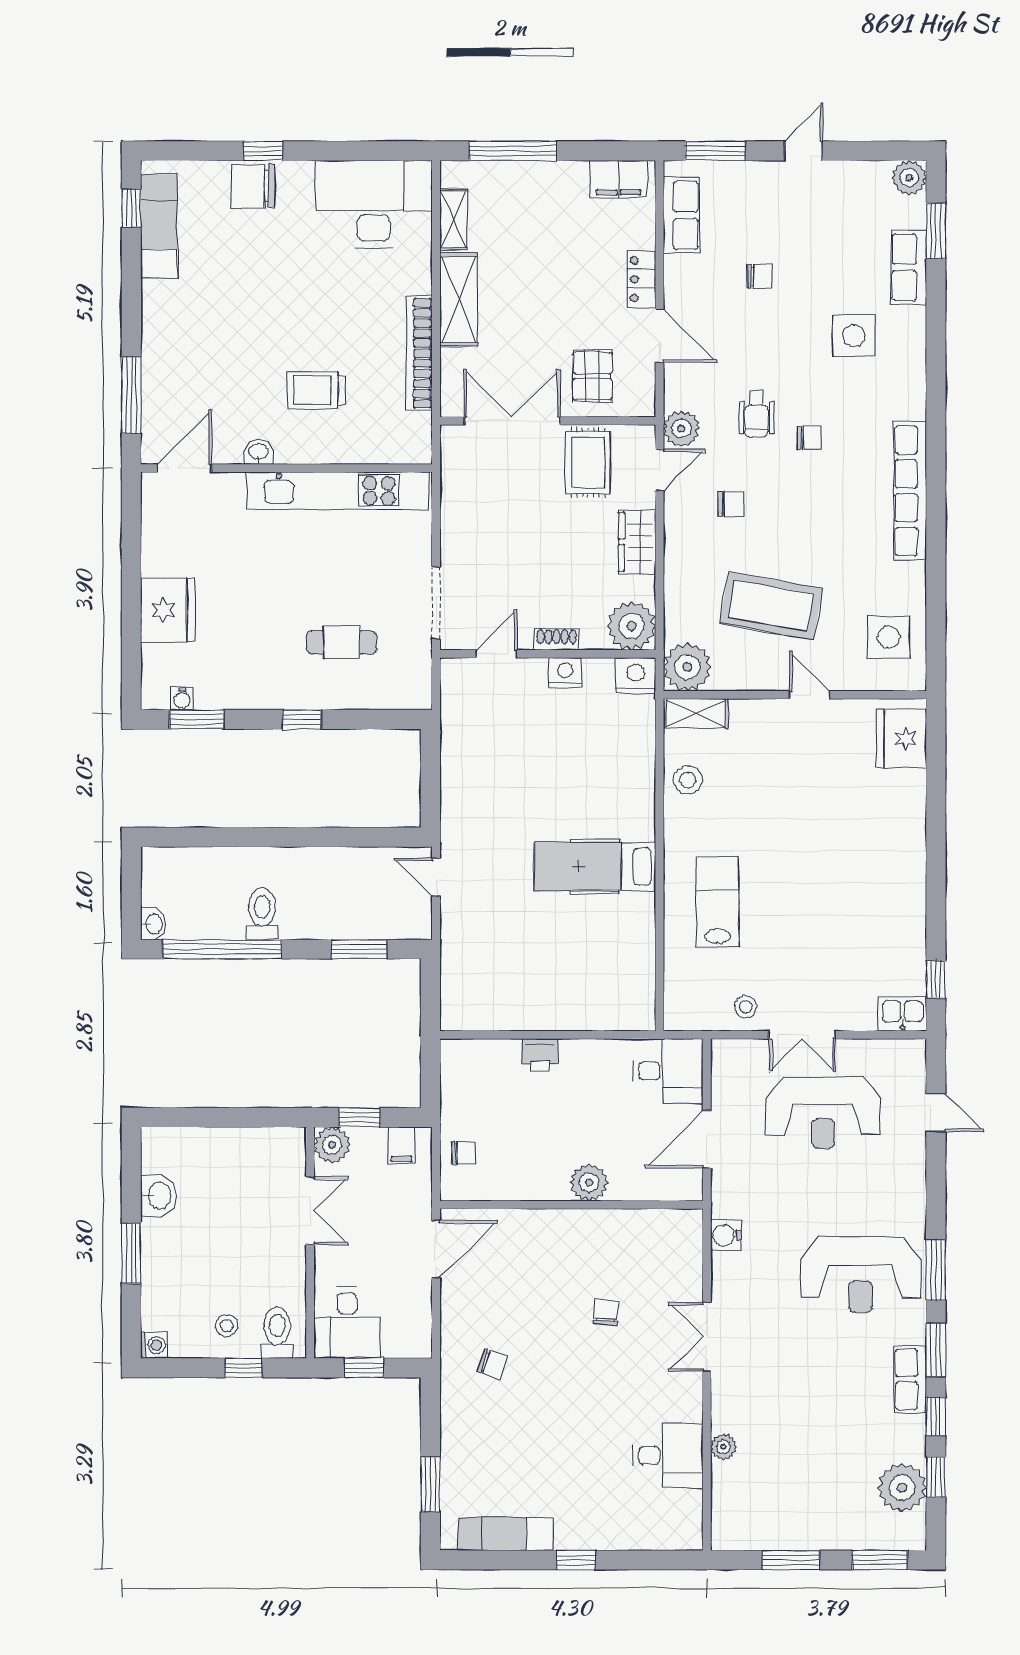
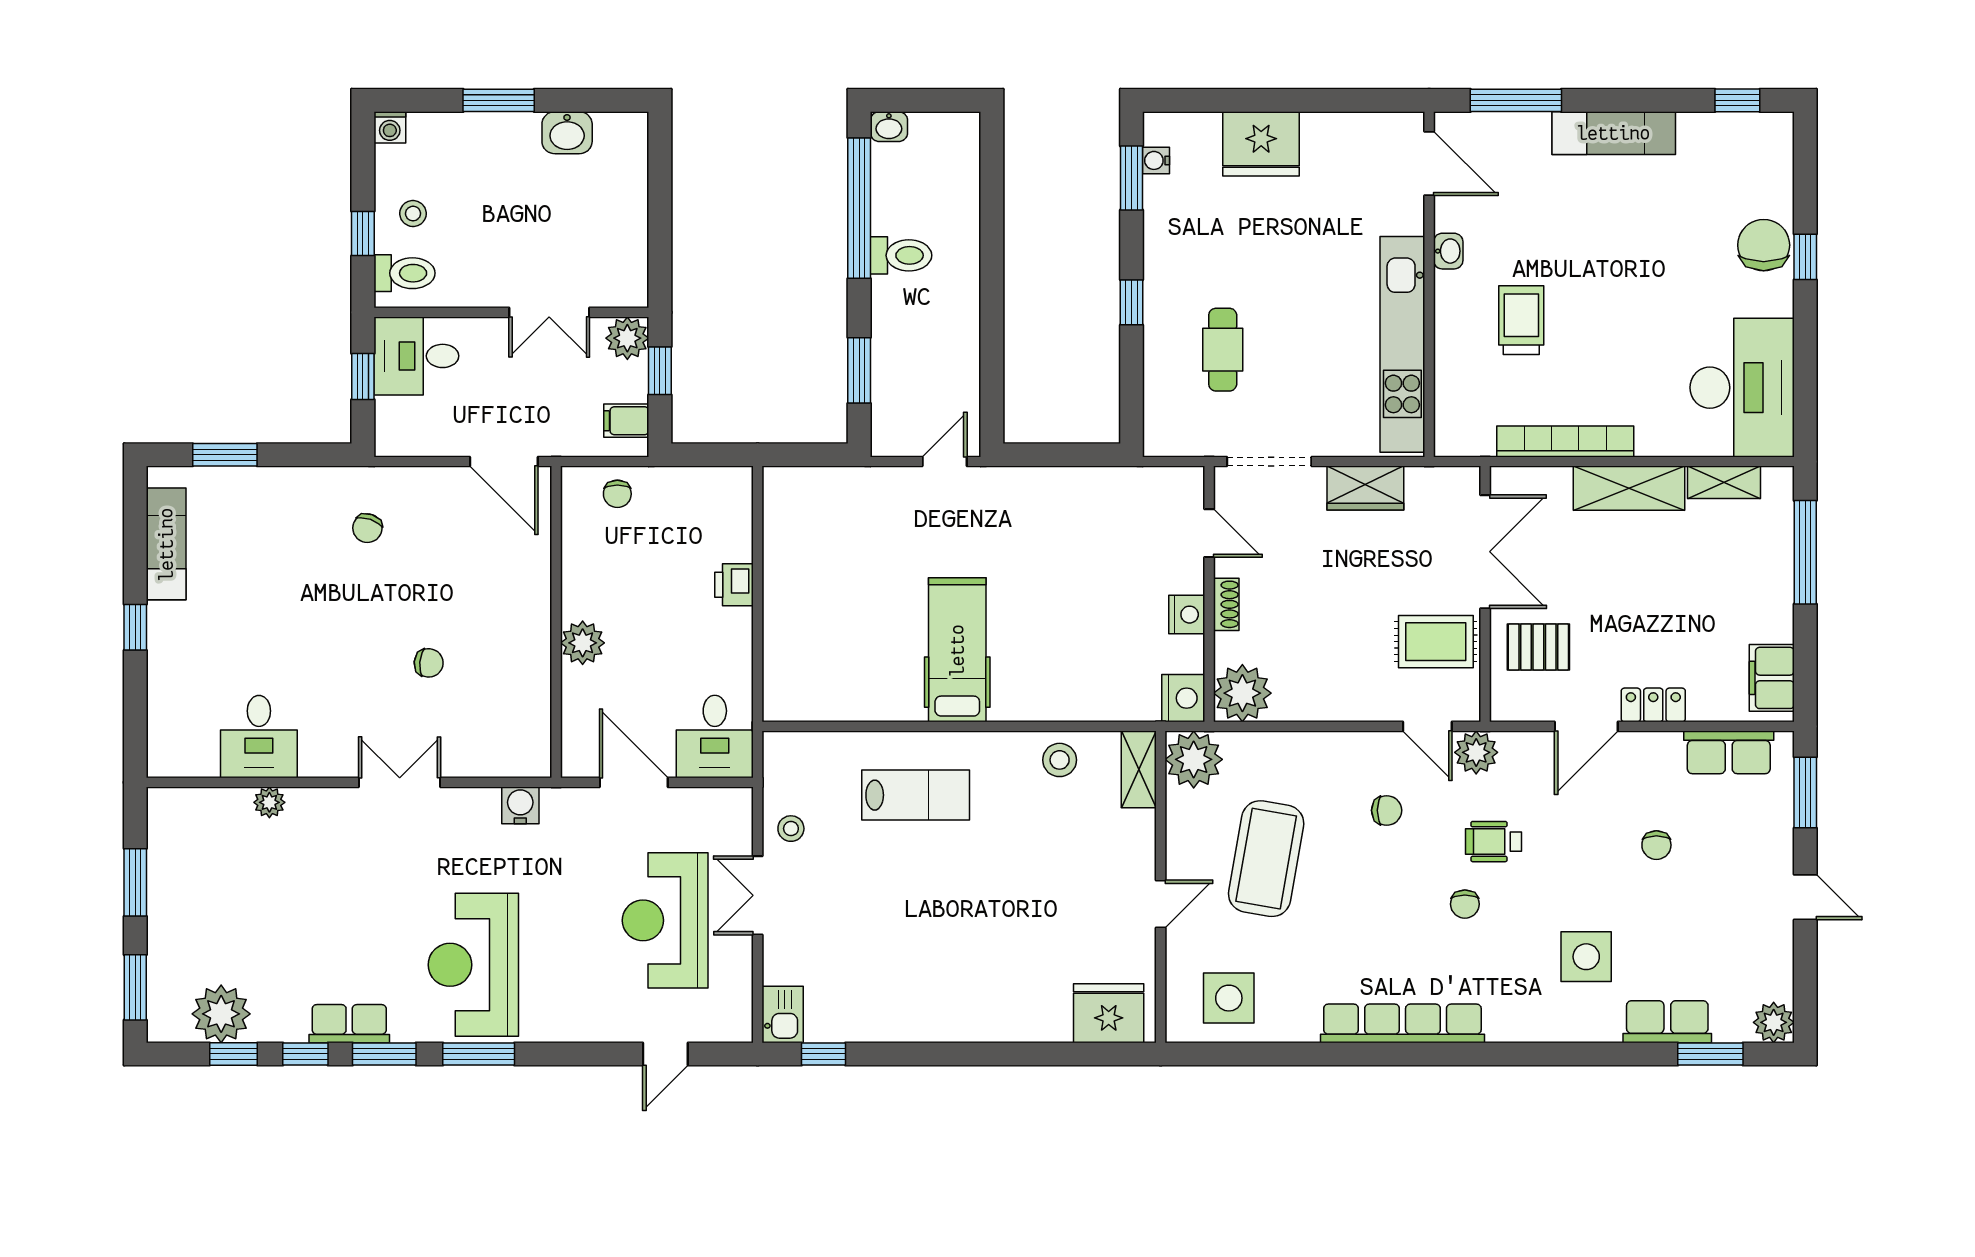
exam couch: (159, 226) -> (1614, 133), moved
chair: (730, 504) -> (1387, 810), turned -90
wardrobe: (637, 542) -> (1365, 488), moved, turned 180

